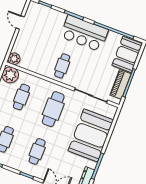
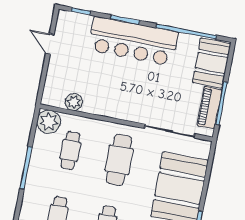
bar counter: (84, 33) -> (133, 41), width x1.36
plant: (14, 59) -> (74, 102), moved
cafe table: (62, 66) -> (121, 96), removed

